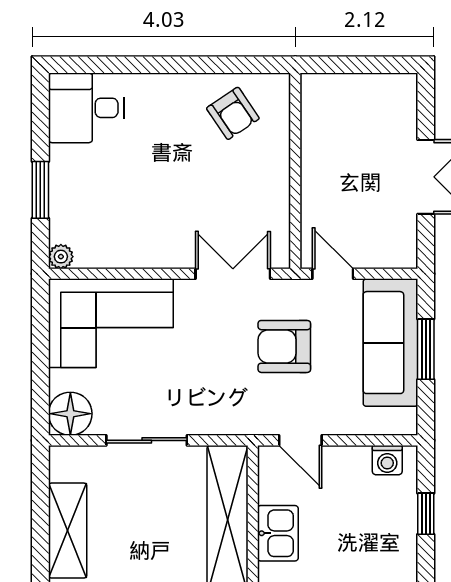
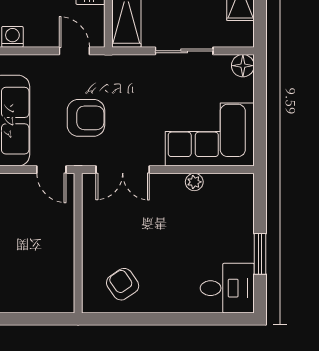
window: (40, 190) -> (260, 254), moved
plant: (61, 257) -> (194, 182), moved
floor lamp: (70, 414) -> (243, 66), width x0.73, depth x0.73

